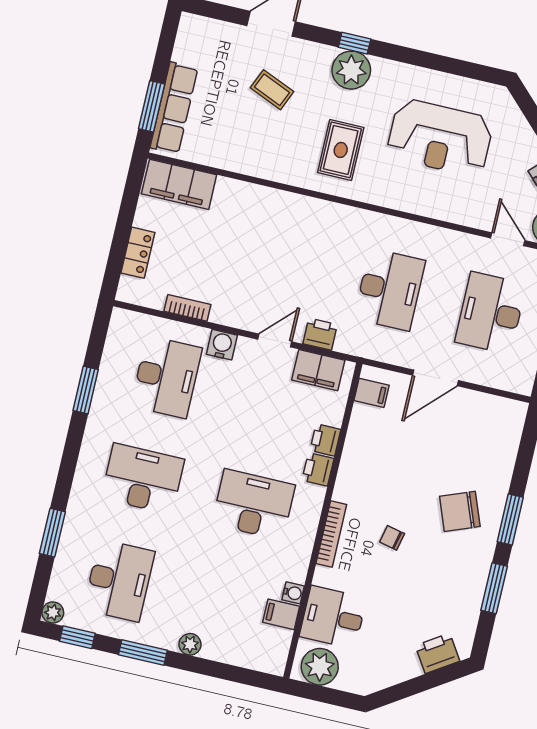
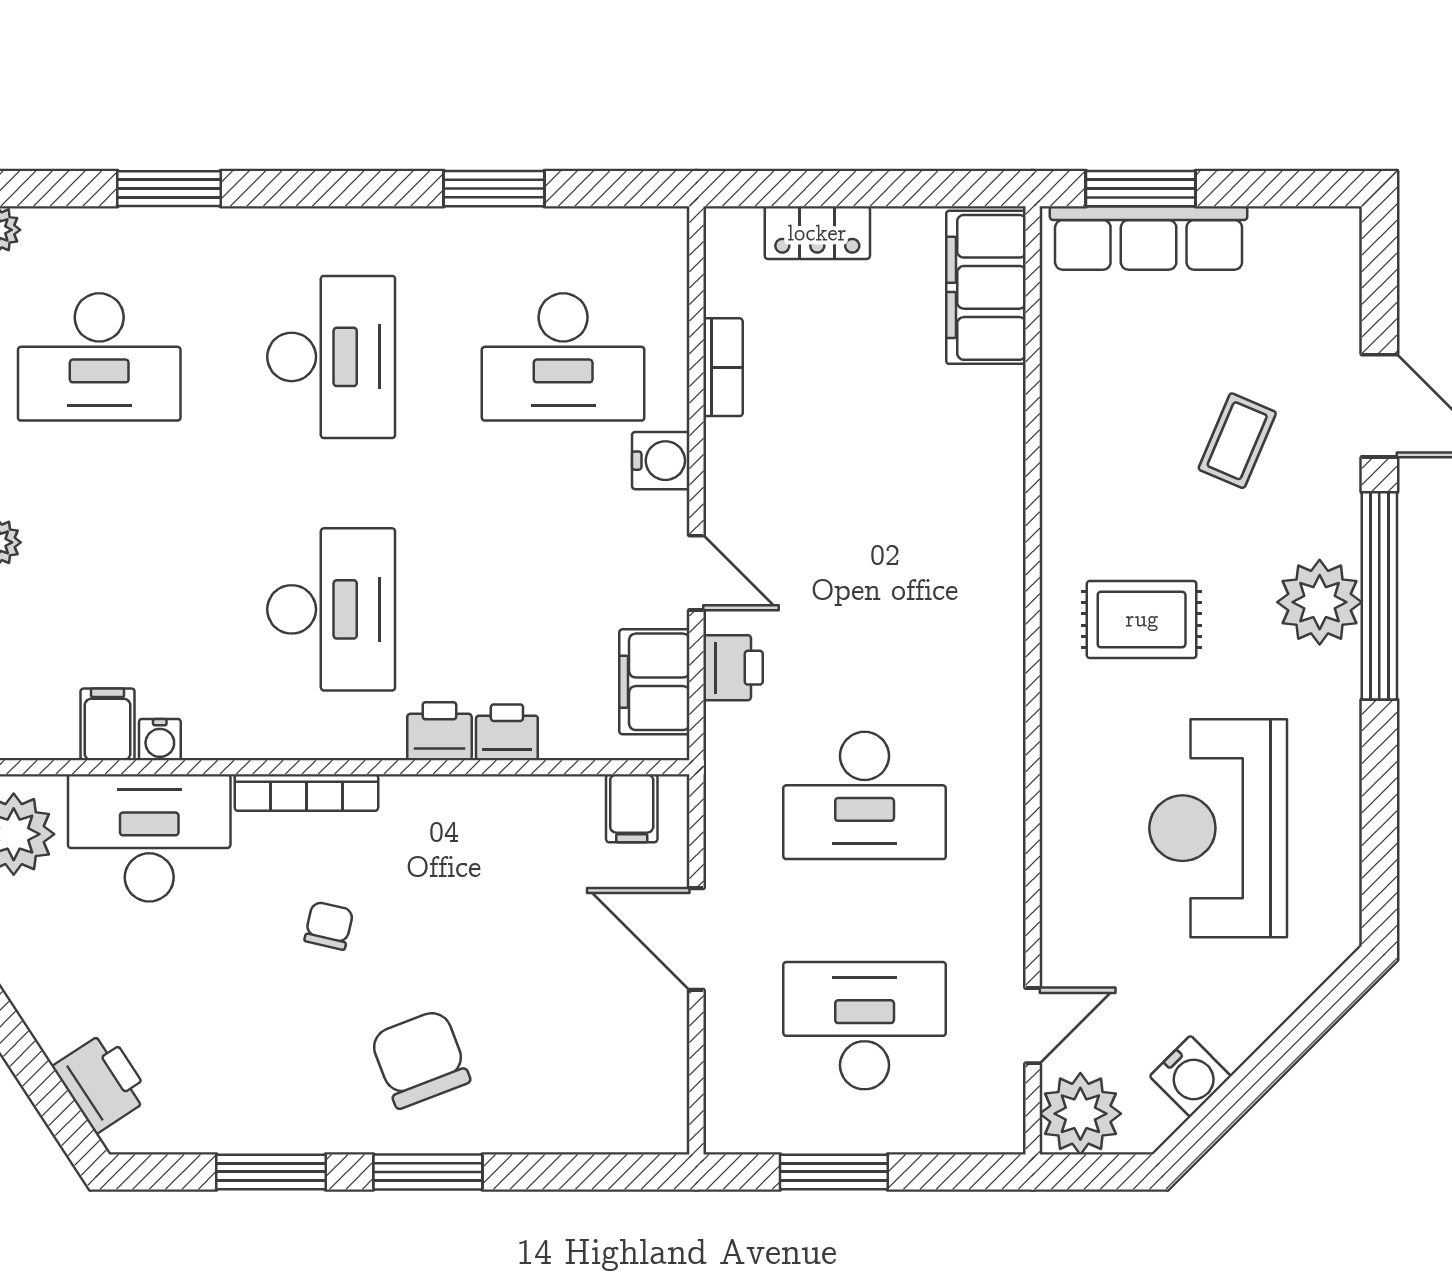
window: (355, 43) -> (1379, 596), width x3.17
desk: (333, 617) -> (149, 838), width x1.37

